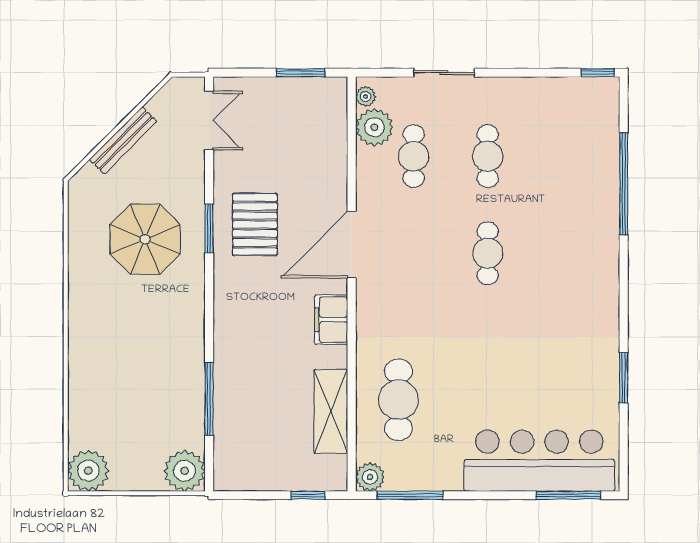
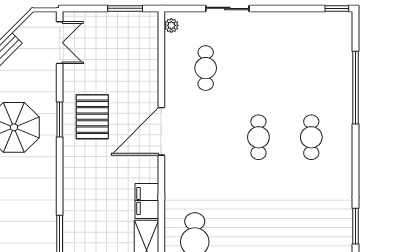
plant: (374, 127) -> (178, 47), removed
cafe table: (488, 156) -> (311, 137), moved
filing cabinet: (331, 320) -> (147, 201), moved

